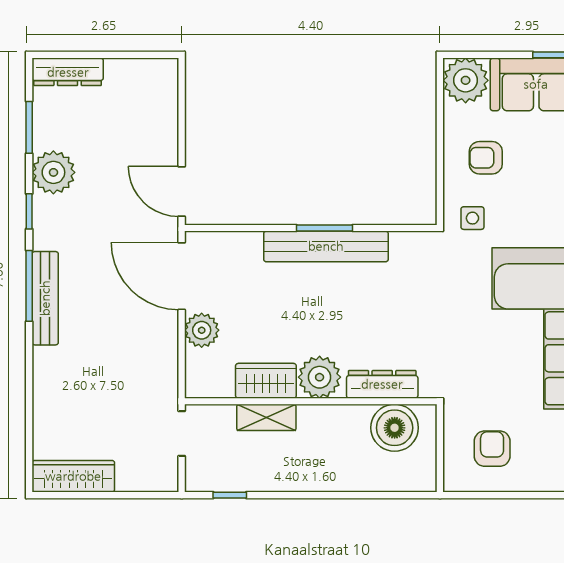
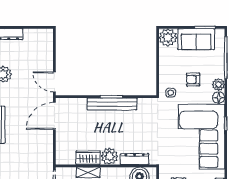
armchair: (486, 158) -> (193, 80), moved
door: (182, 276) -> (54, 116), hinge flipped
plant: (202, 330) -> (62, 137), removed

